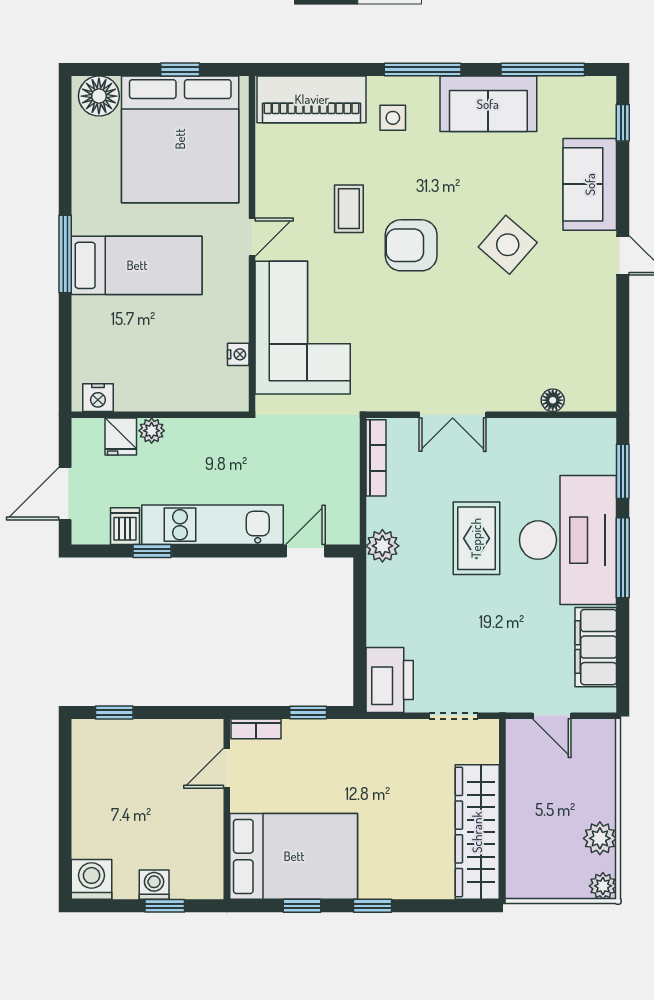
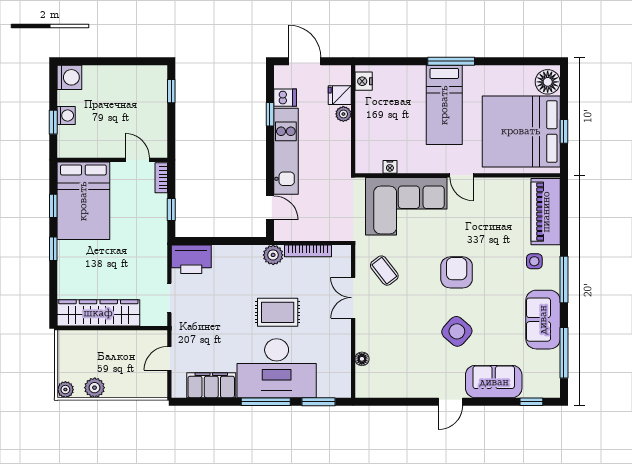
coffee table: (349, 209) -> (384, 271), moved, turned 52
bookcase: (376, 458) -> (308, 251), moved

